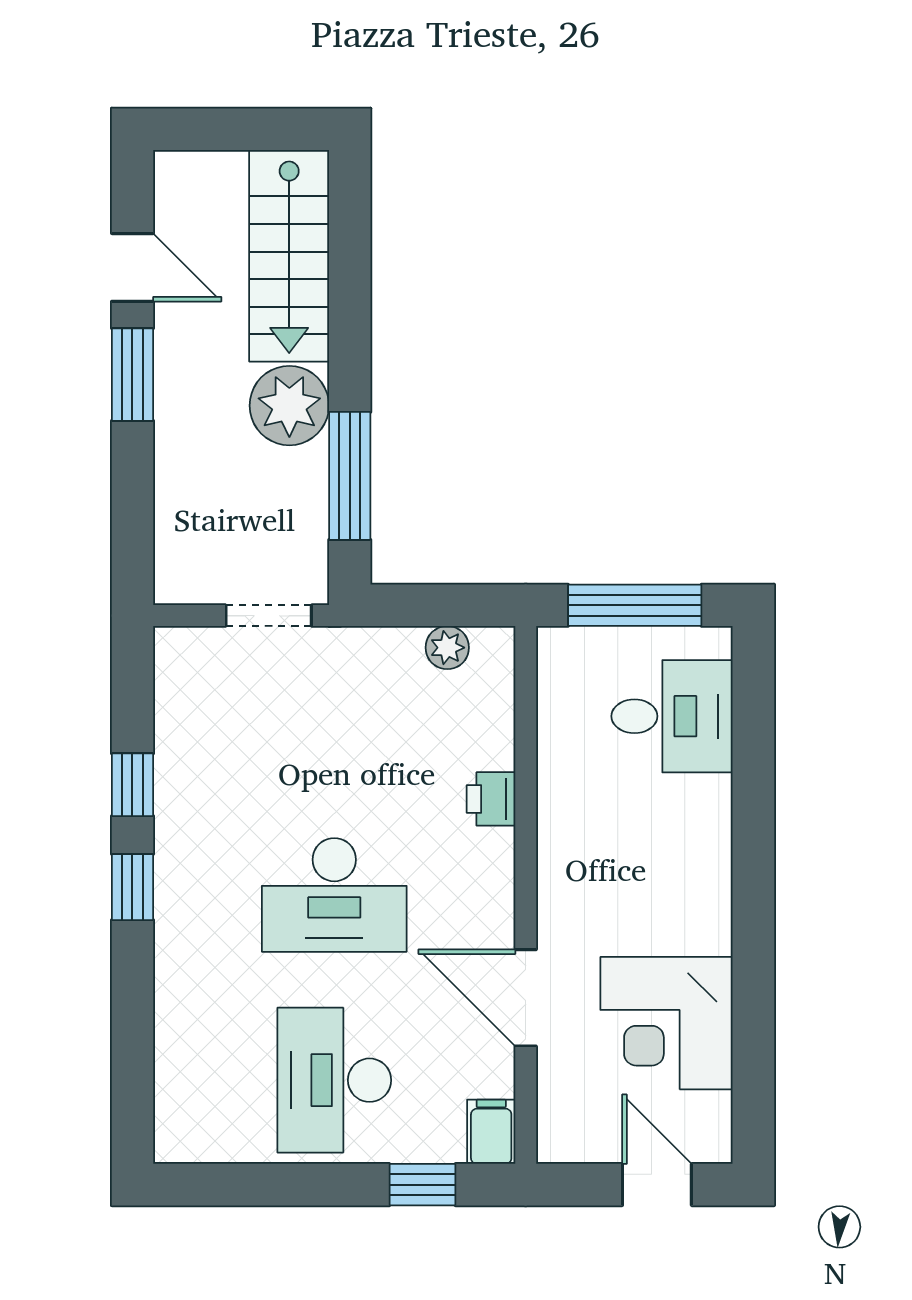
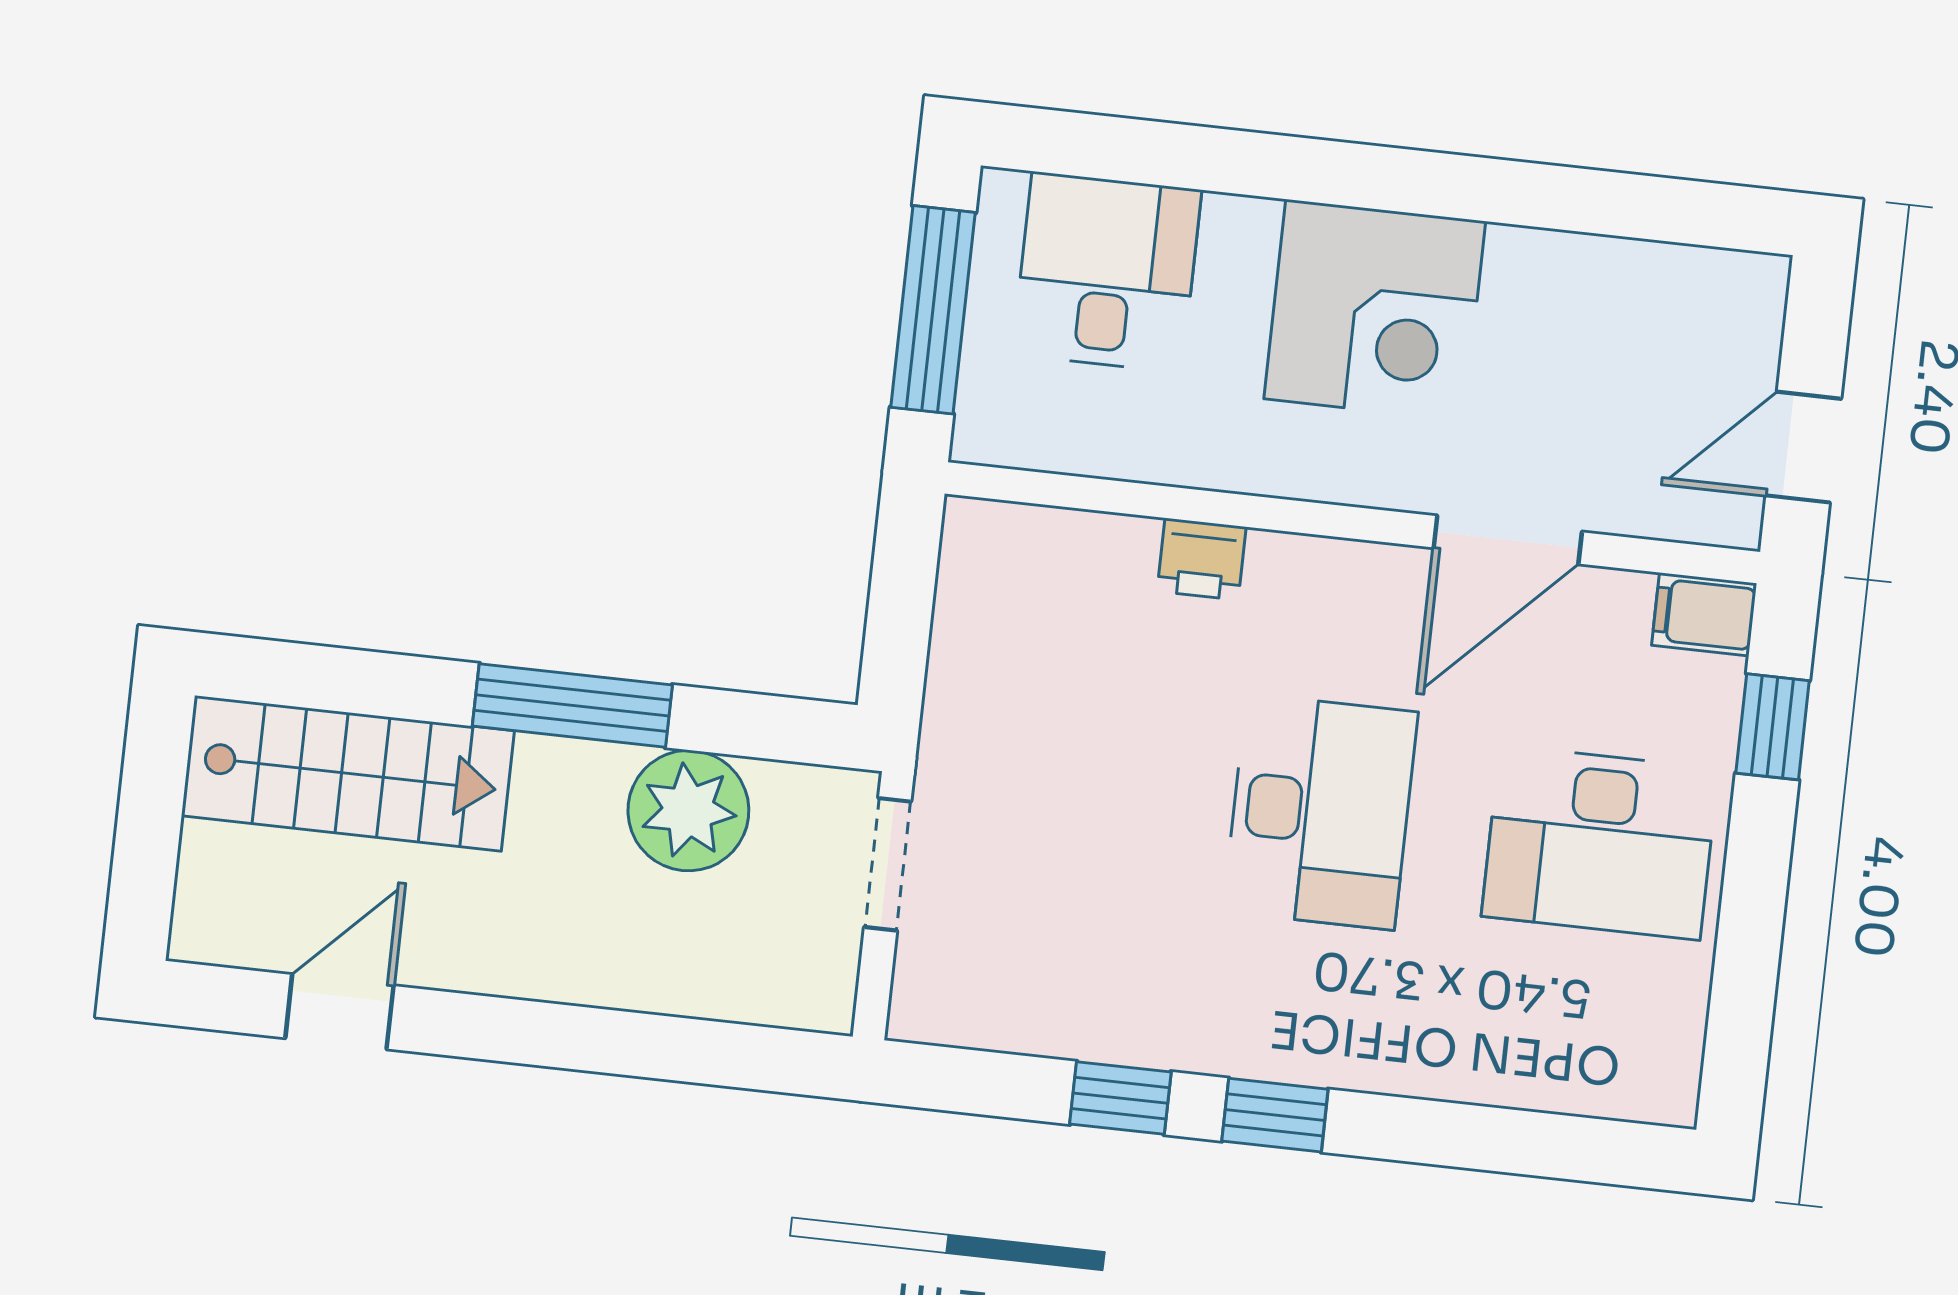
window: (132, 375) -> (501, 1030), removed
plant: (289, 406) -> (688, 811), moved
window: (350, 476) -> (572, 705), moved
plant: (447, 648) -> (966, 600), removed
corner desk: (666, 1023) -> (1375, 310), moved
door: (657, 1185) -> (1803, 447), moved

